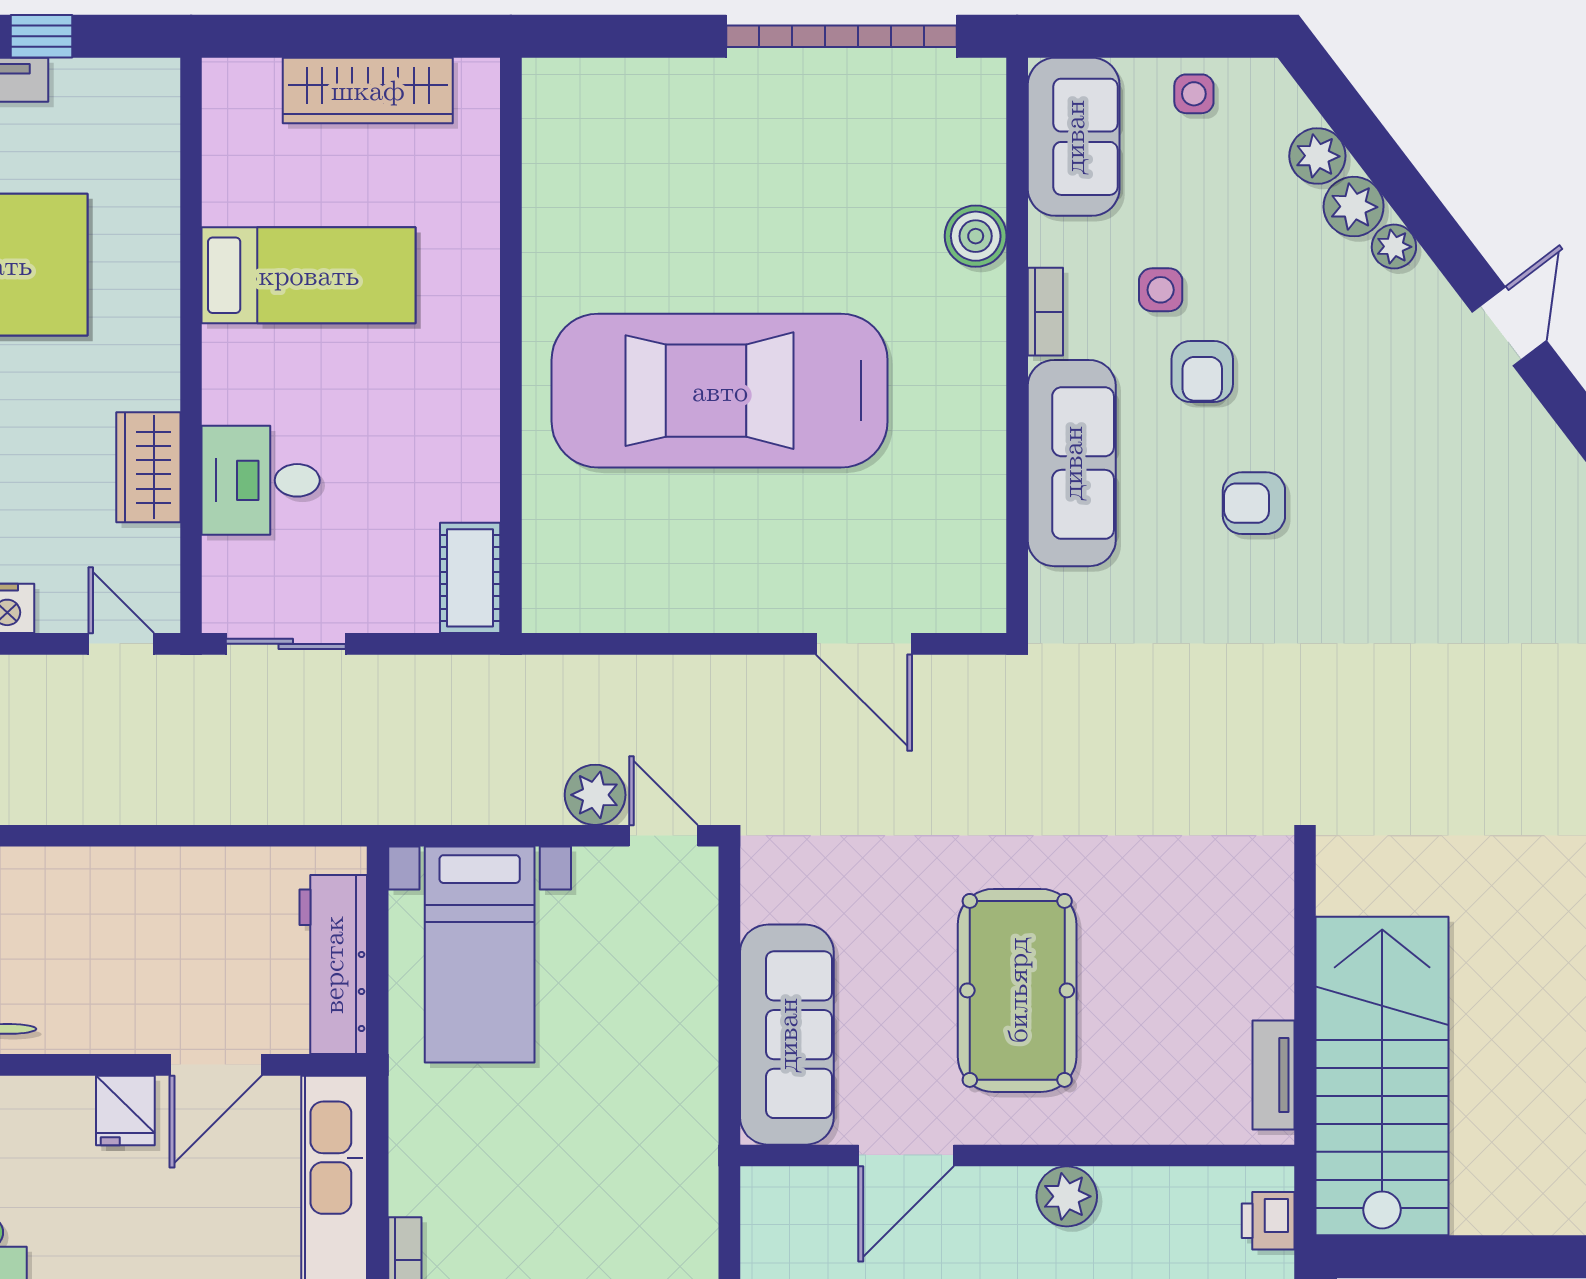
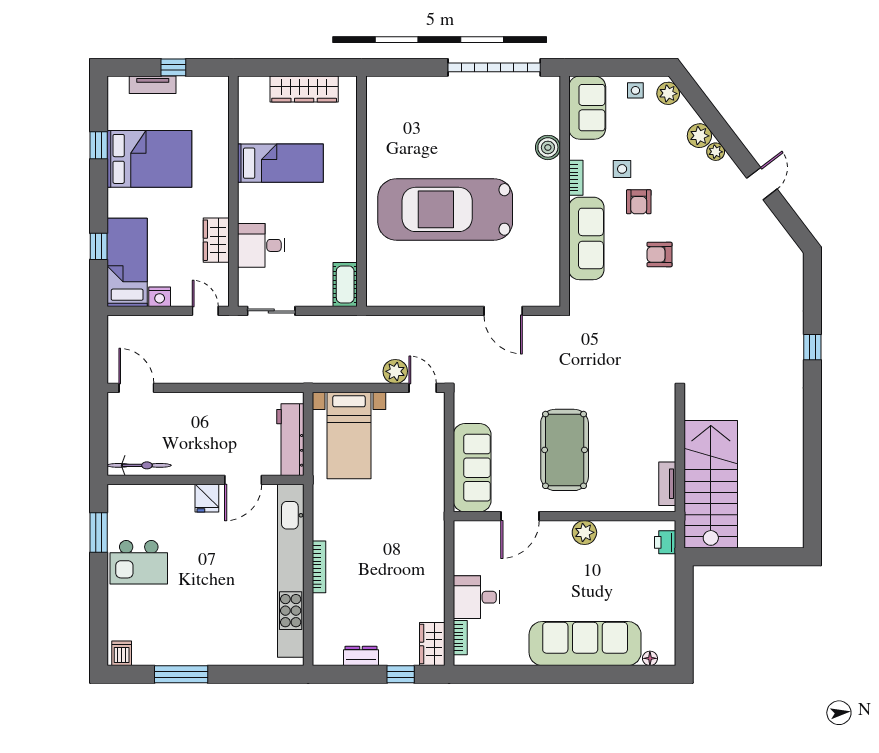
plant: (1317, 156) -> (668, 93), moved

